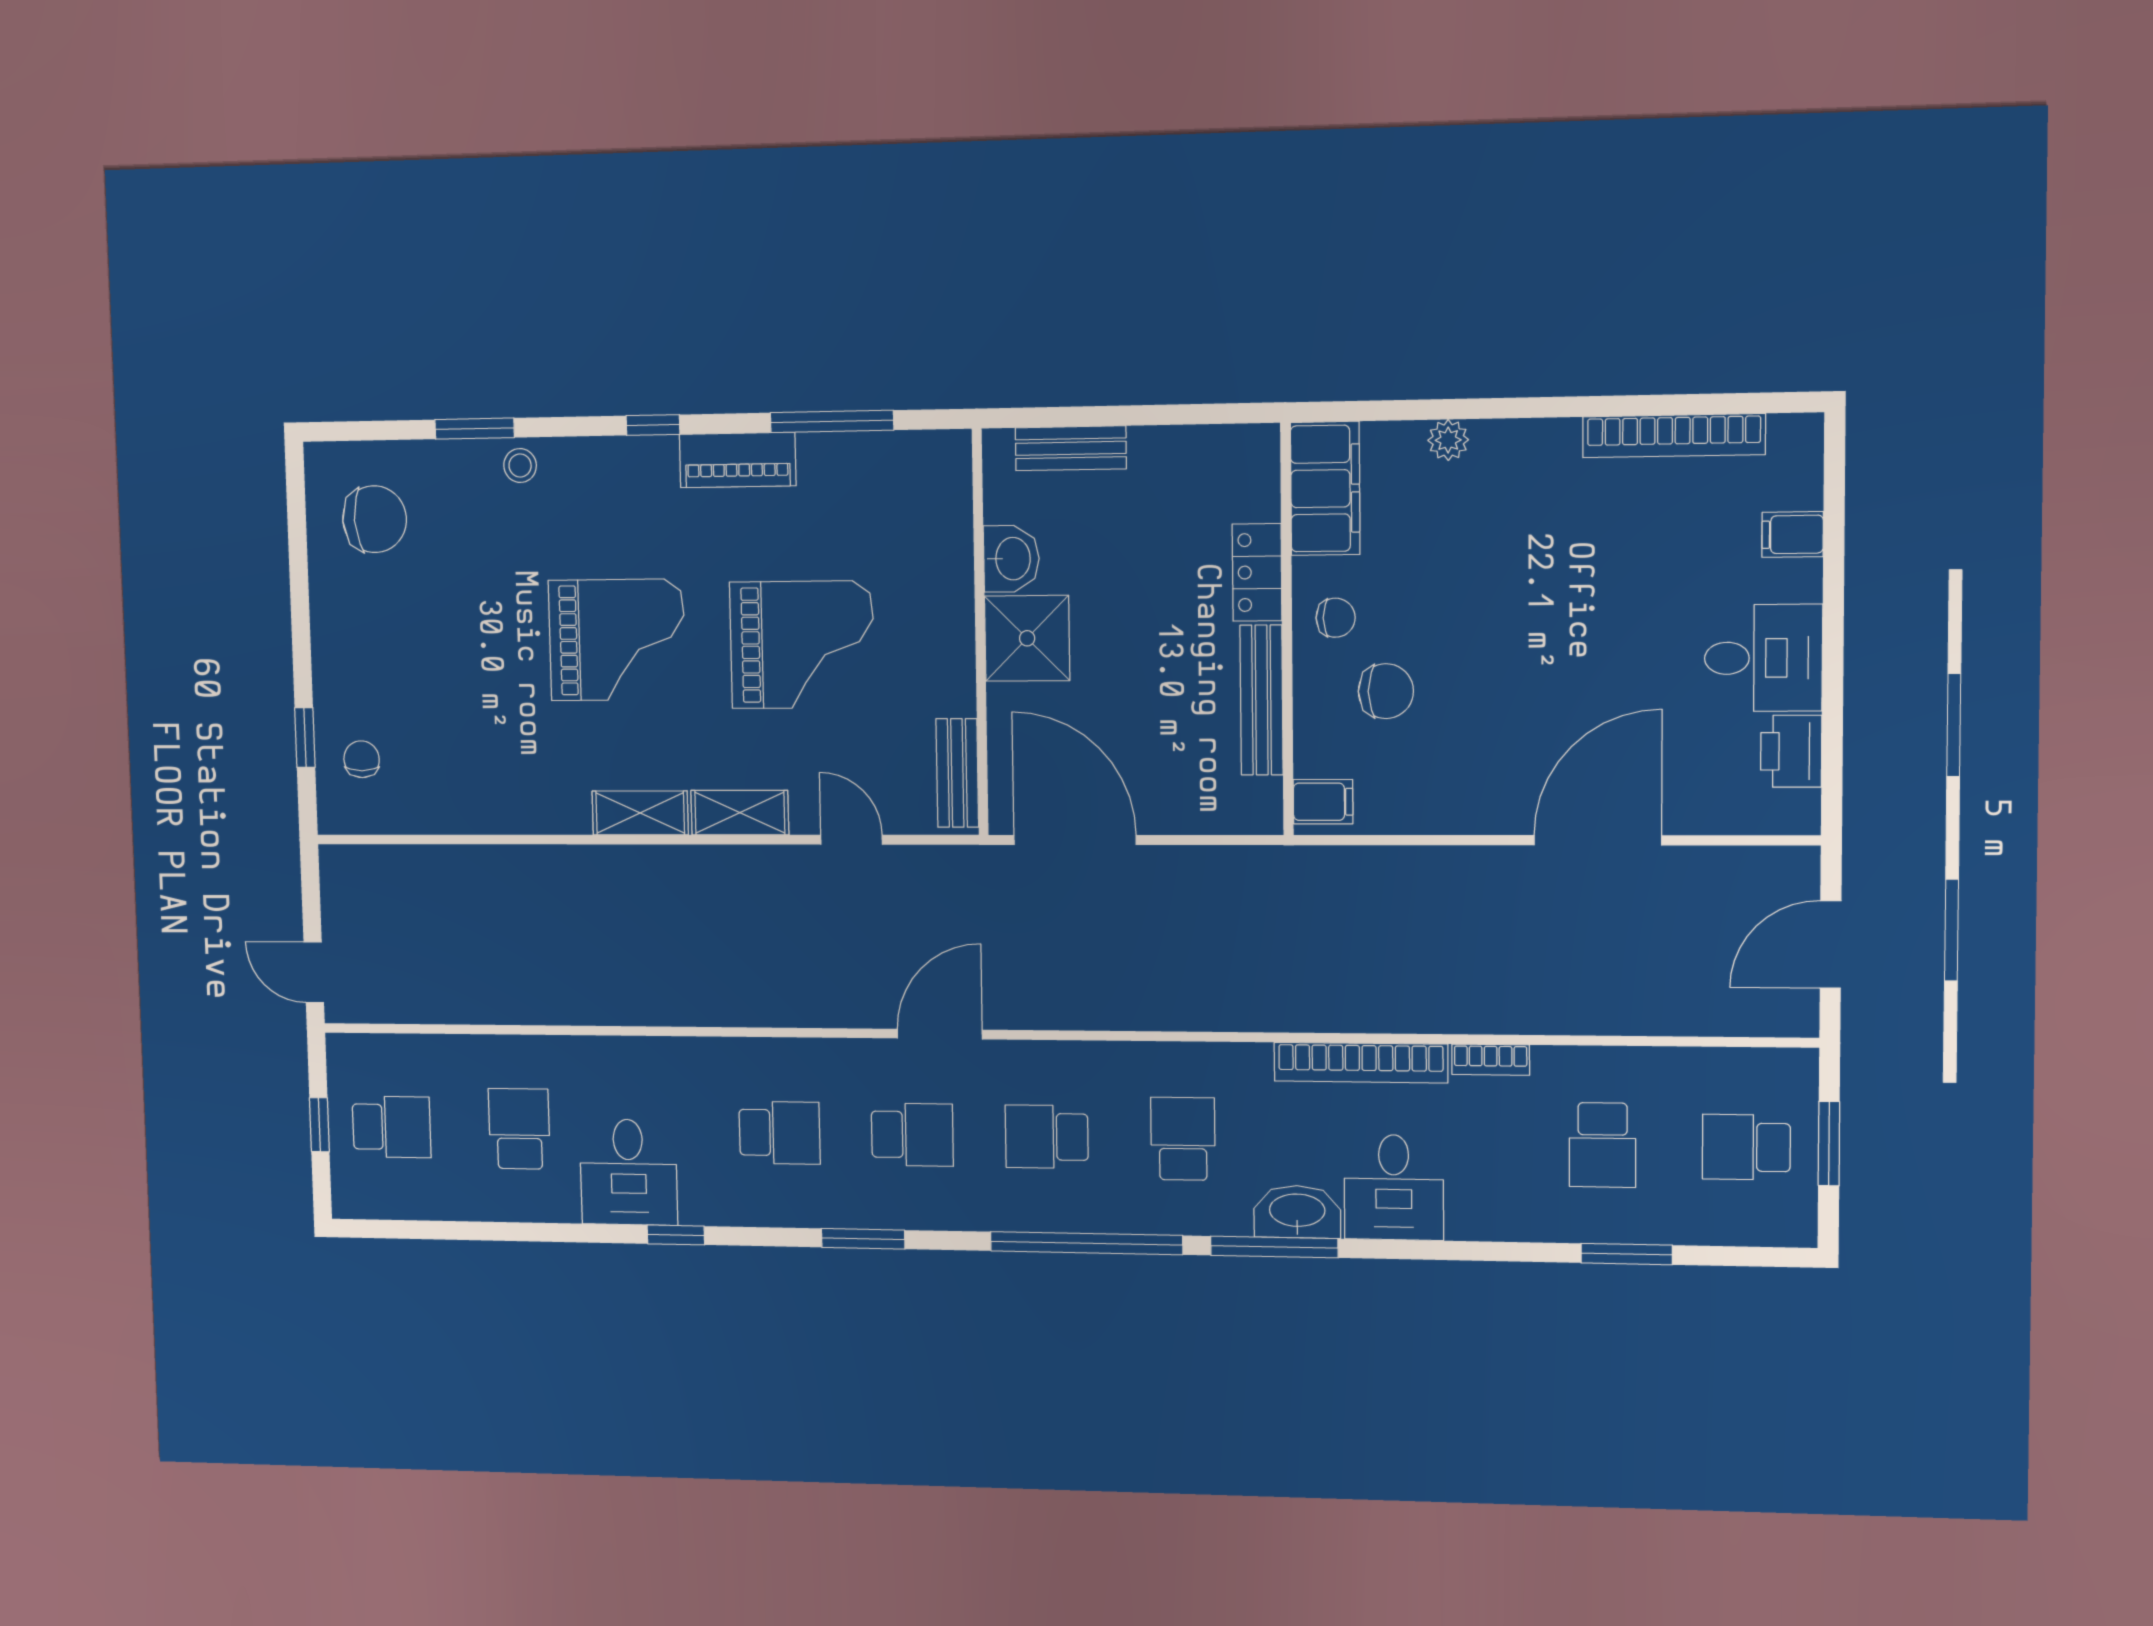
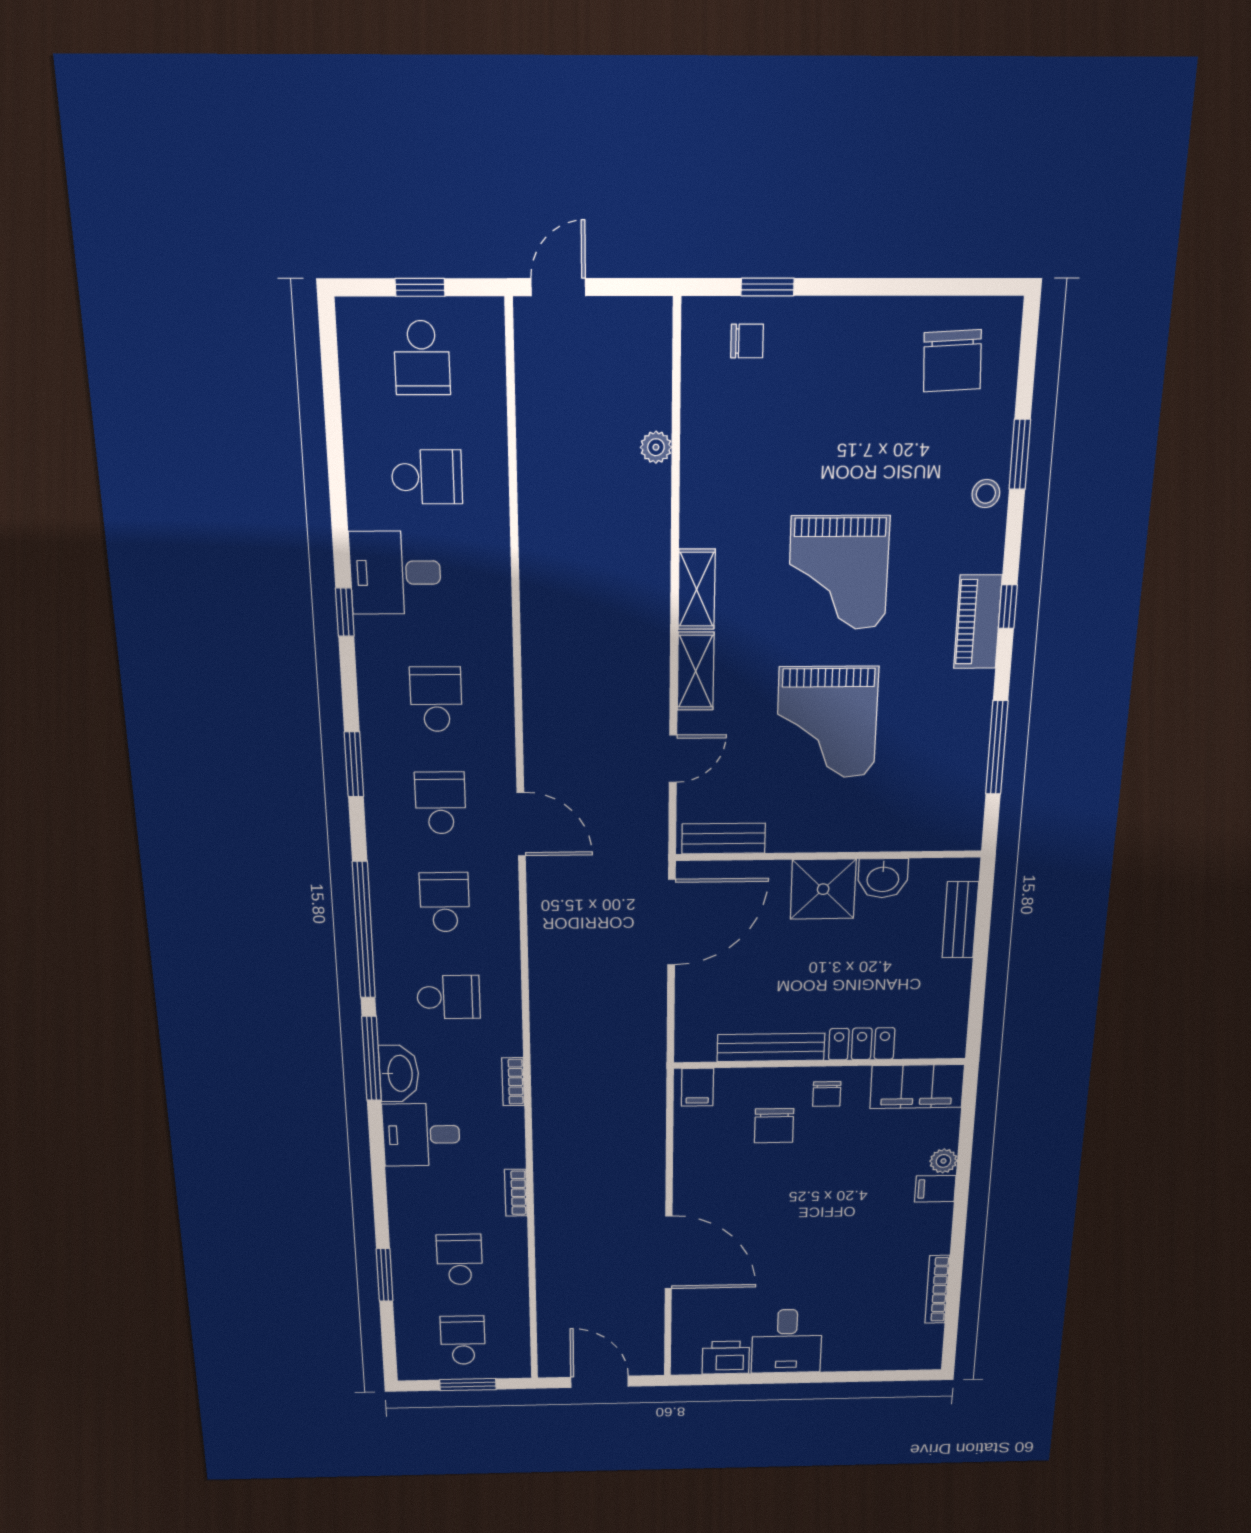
bookcase: (1674, 436) -> (937, 1289), width x0.68, depth x0.76
piano: (738, 460) -> (978, 622), moved
filing cabinet: (1793, 534) -> (935, 1189), moved, turned -90
plant: (479, 863) -> (656, 447), added
bookcase: (1361, 1063) -> (513, 1082), width x0.43, depth x0.76
school desk: (780, 1133) -> (436, 699), turned 180
school desk: (912, 1135) -> (440, 803), turned 180
school desk: (1603, 1145) -> (460, 1260), turned 90

